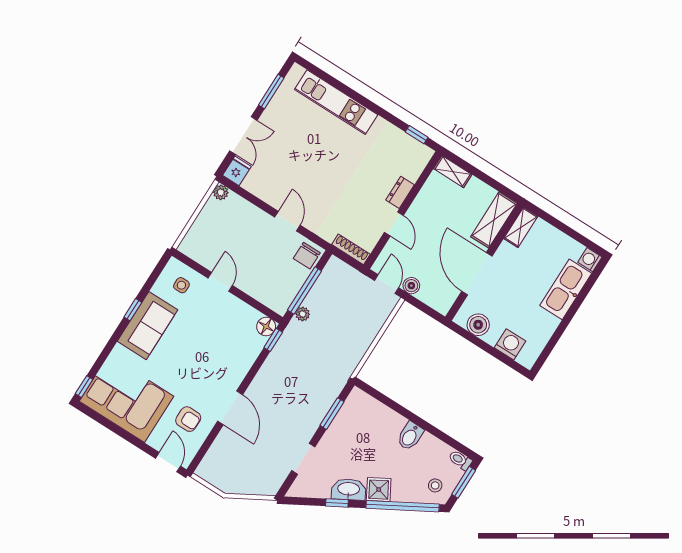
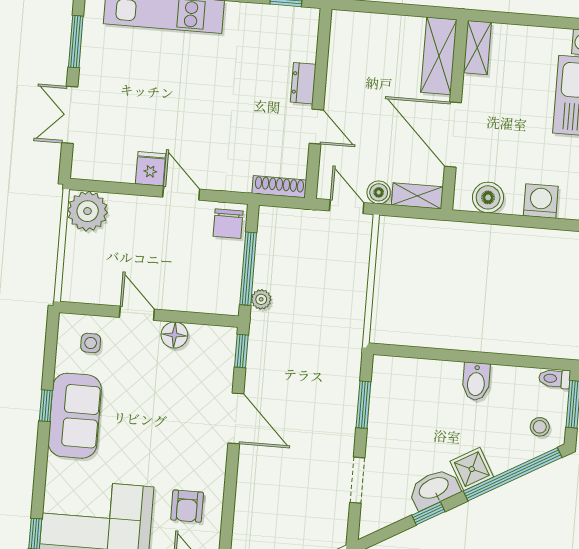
double door: (243, 136) -> (70, 115), swing flipped
fridge: (237, 171) -> (150, 169), moved
shelving: (453, 172) -> (417, 196), moved
plant: (221, 192) -> (88, 211), width x1.88, depth x1.88
floor lamp: (266, 327) -> (174, 335), moved
door: (230, 408) -> (236, 418), moved
armchair: (188, 419) -> (187, 506), turned 90

